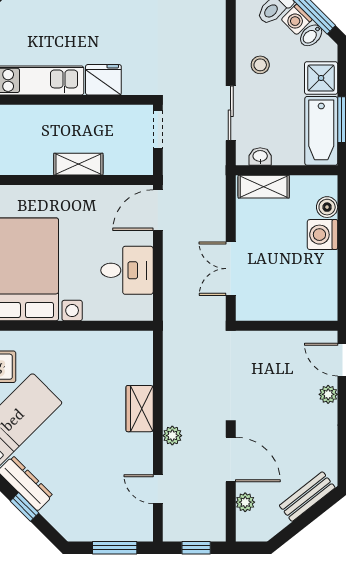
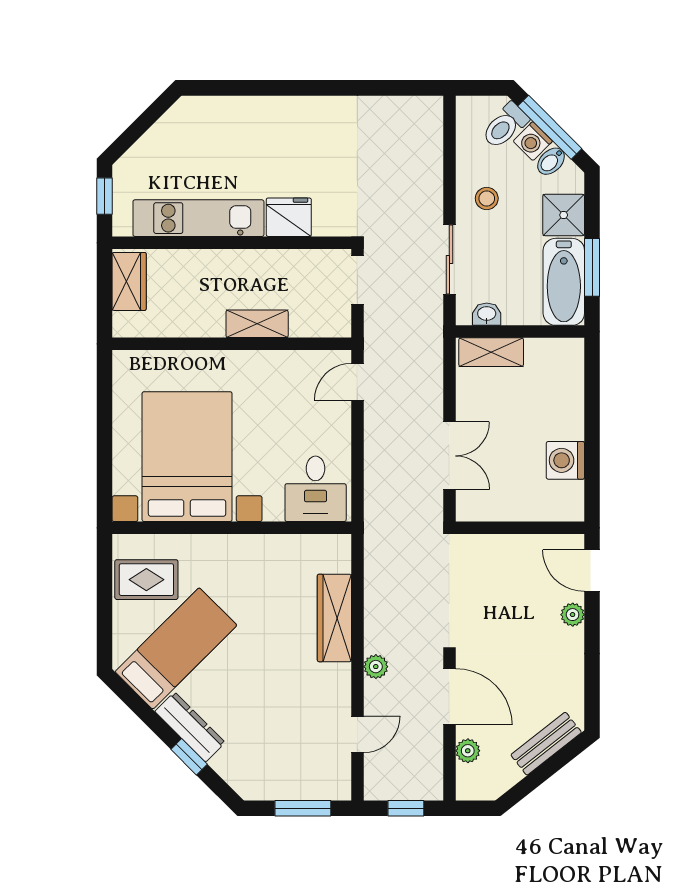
boiler: (327, 207) -> (571, 378), removed
door: (158, 210) -> (357, 382), width x0.73
washing machine: (322, 235) -> (565, 460), moved
double door: (231, 269) -> (449, 456), swing flipped
desk: (127, 270) -> (316, 489), moved, turned 90
wardrobe: (140, 409) -> (334, 618), width x1.50
door: (158, 489) -> (357, 734), swing flipped

